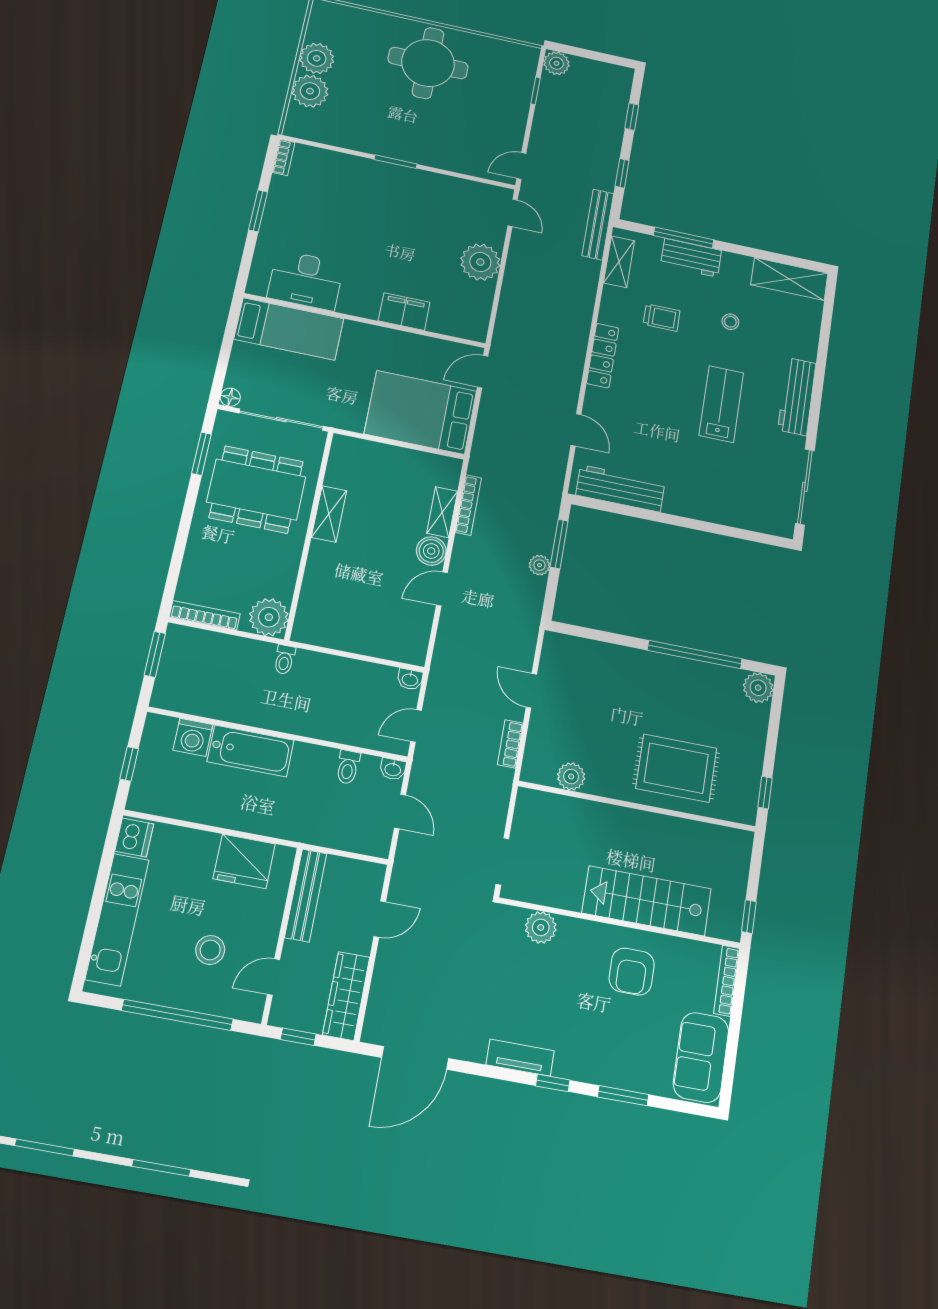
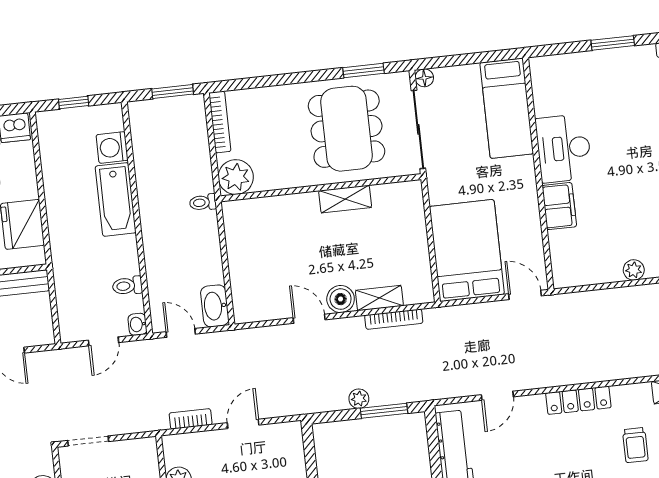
plant: (480, 262) -> (634, 270), width x0.53, depth x0.53
desk: (306, 280) -> (564, 148), moved
washbasin: (410, 679) -> (215, 306), width x1.91, depth x1.45

